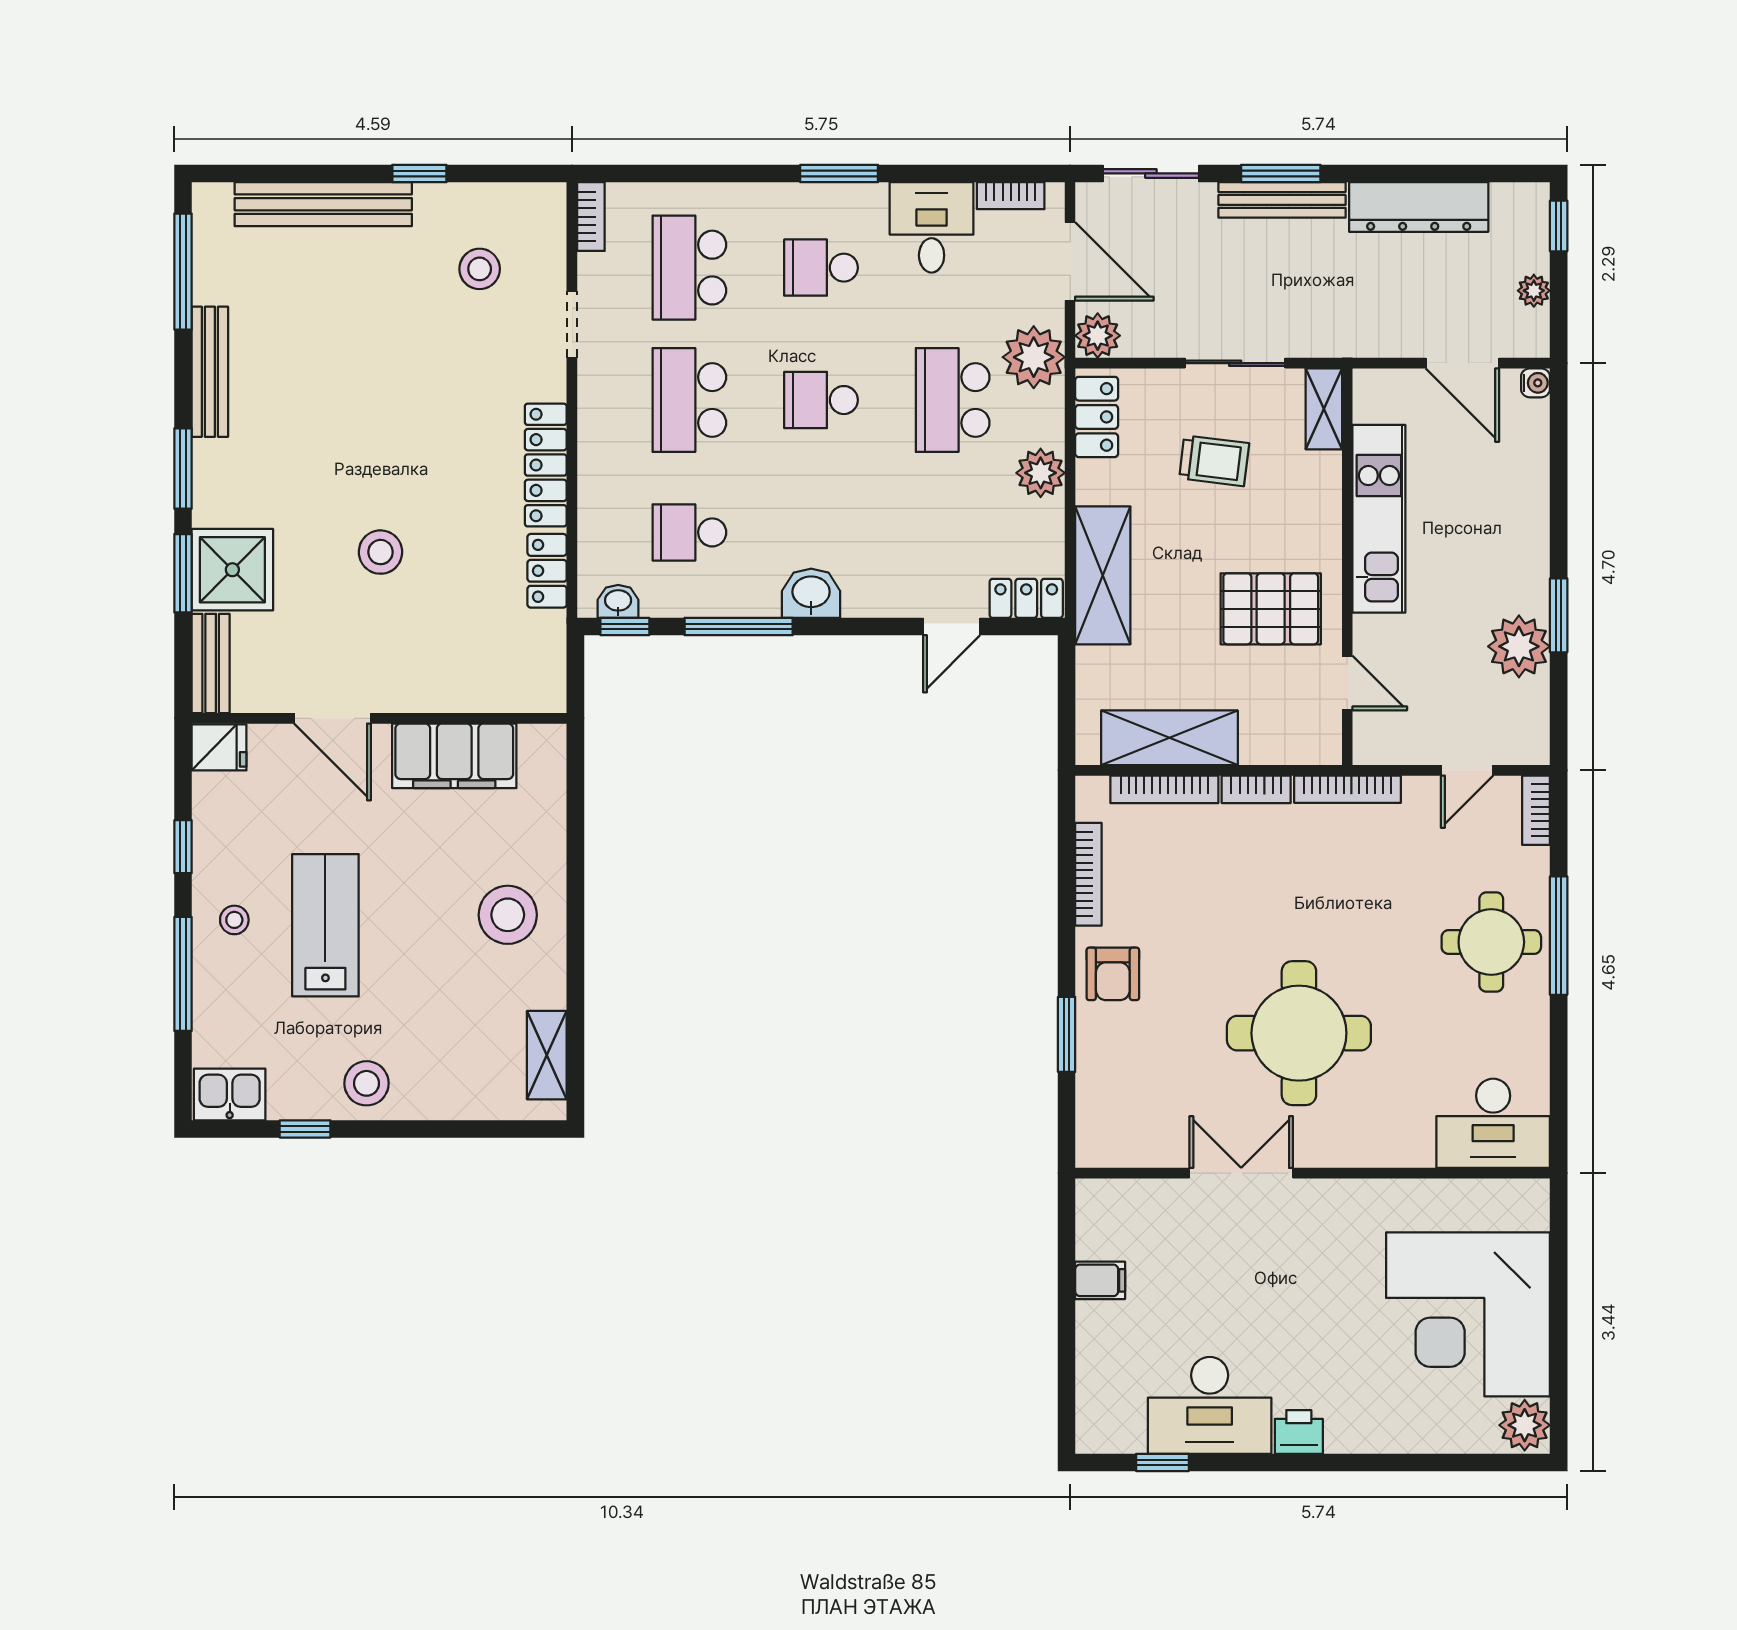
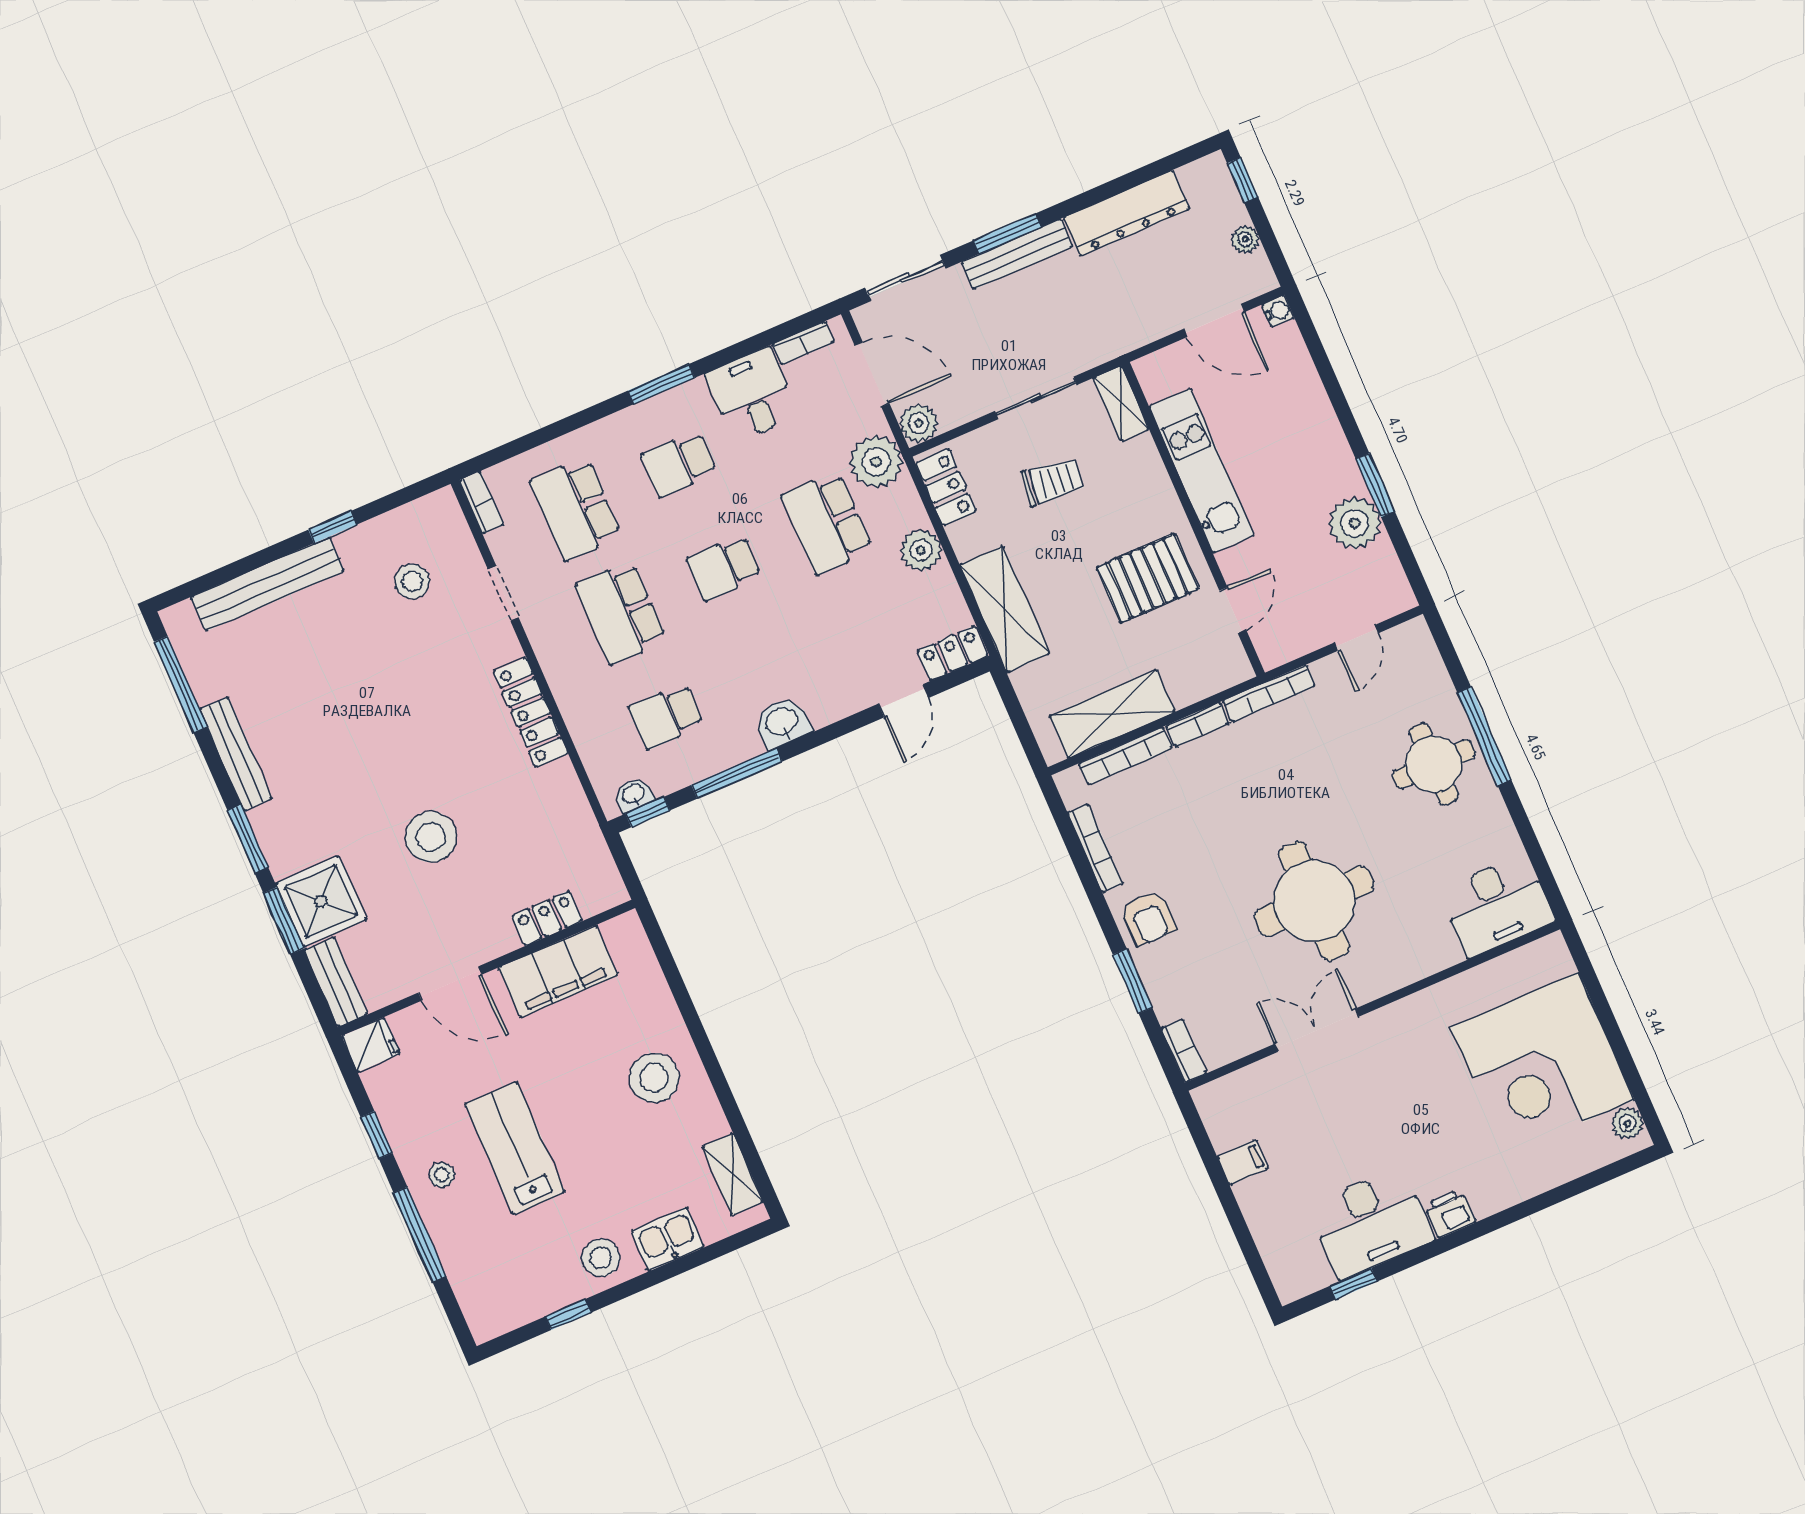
stool: (380, 552) -> (431, 837), width x1.38, depth x1.38
locker: (547, 571) -> (547, 918), moved, turned 90
door: (1347, 683) -> (1233, 610), hinge flipped
bookcase: (1536, 810) -> (1184, 1051), moved, turned 180
kitchen sink: (230, 1094) -> (668, 1239), moved
plant: (1525, 1425) -> (1627, 1123), width x0.73, depth x0.73

